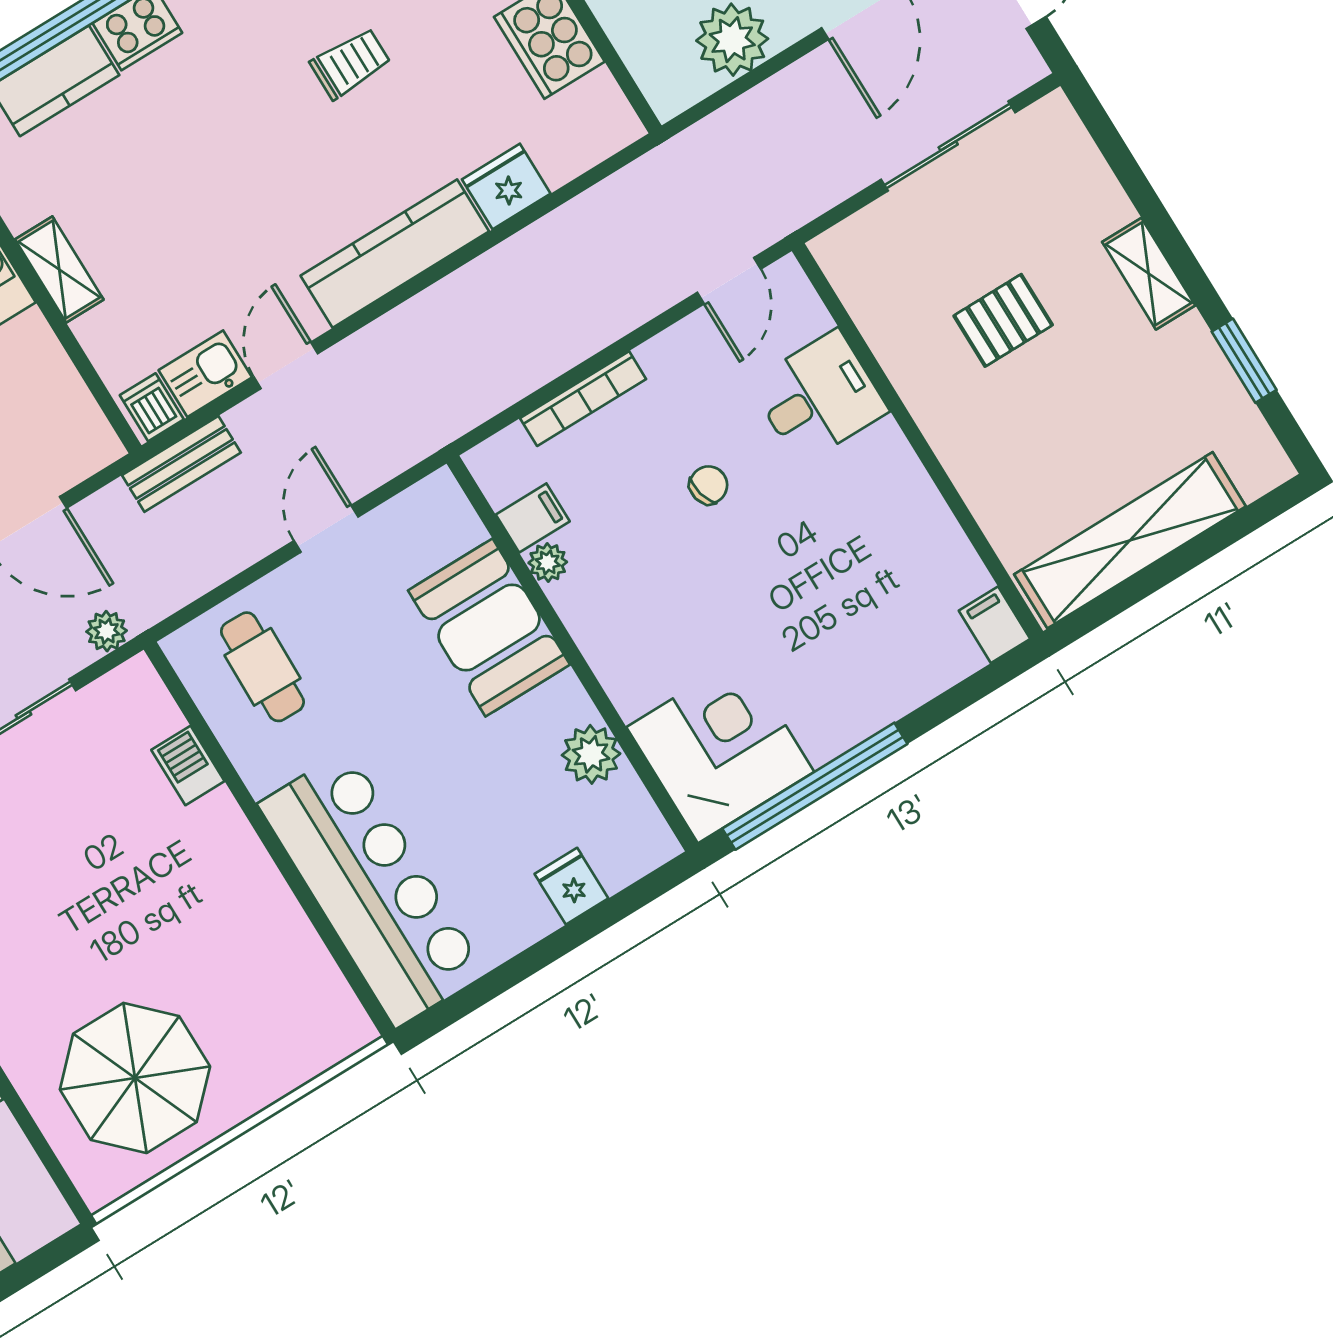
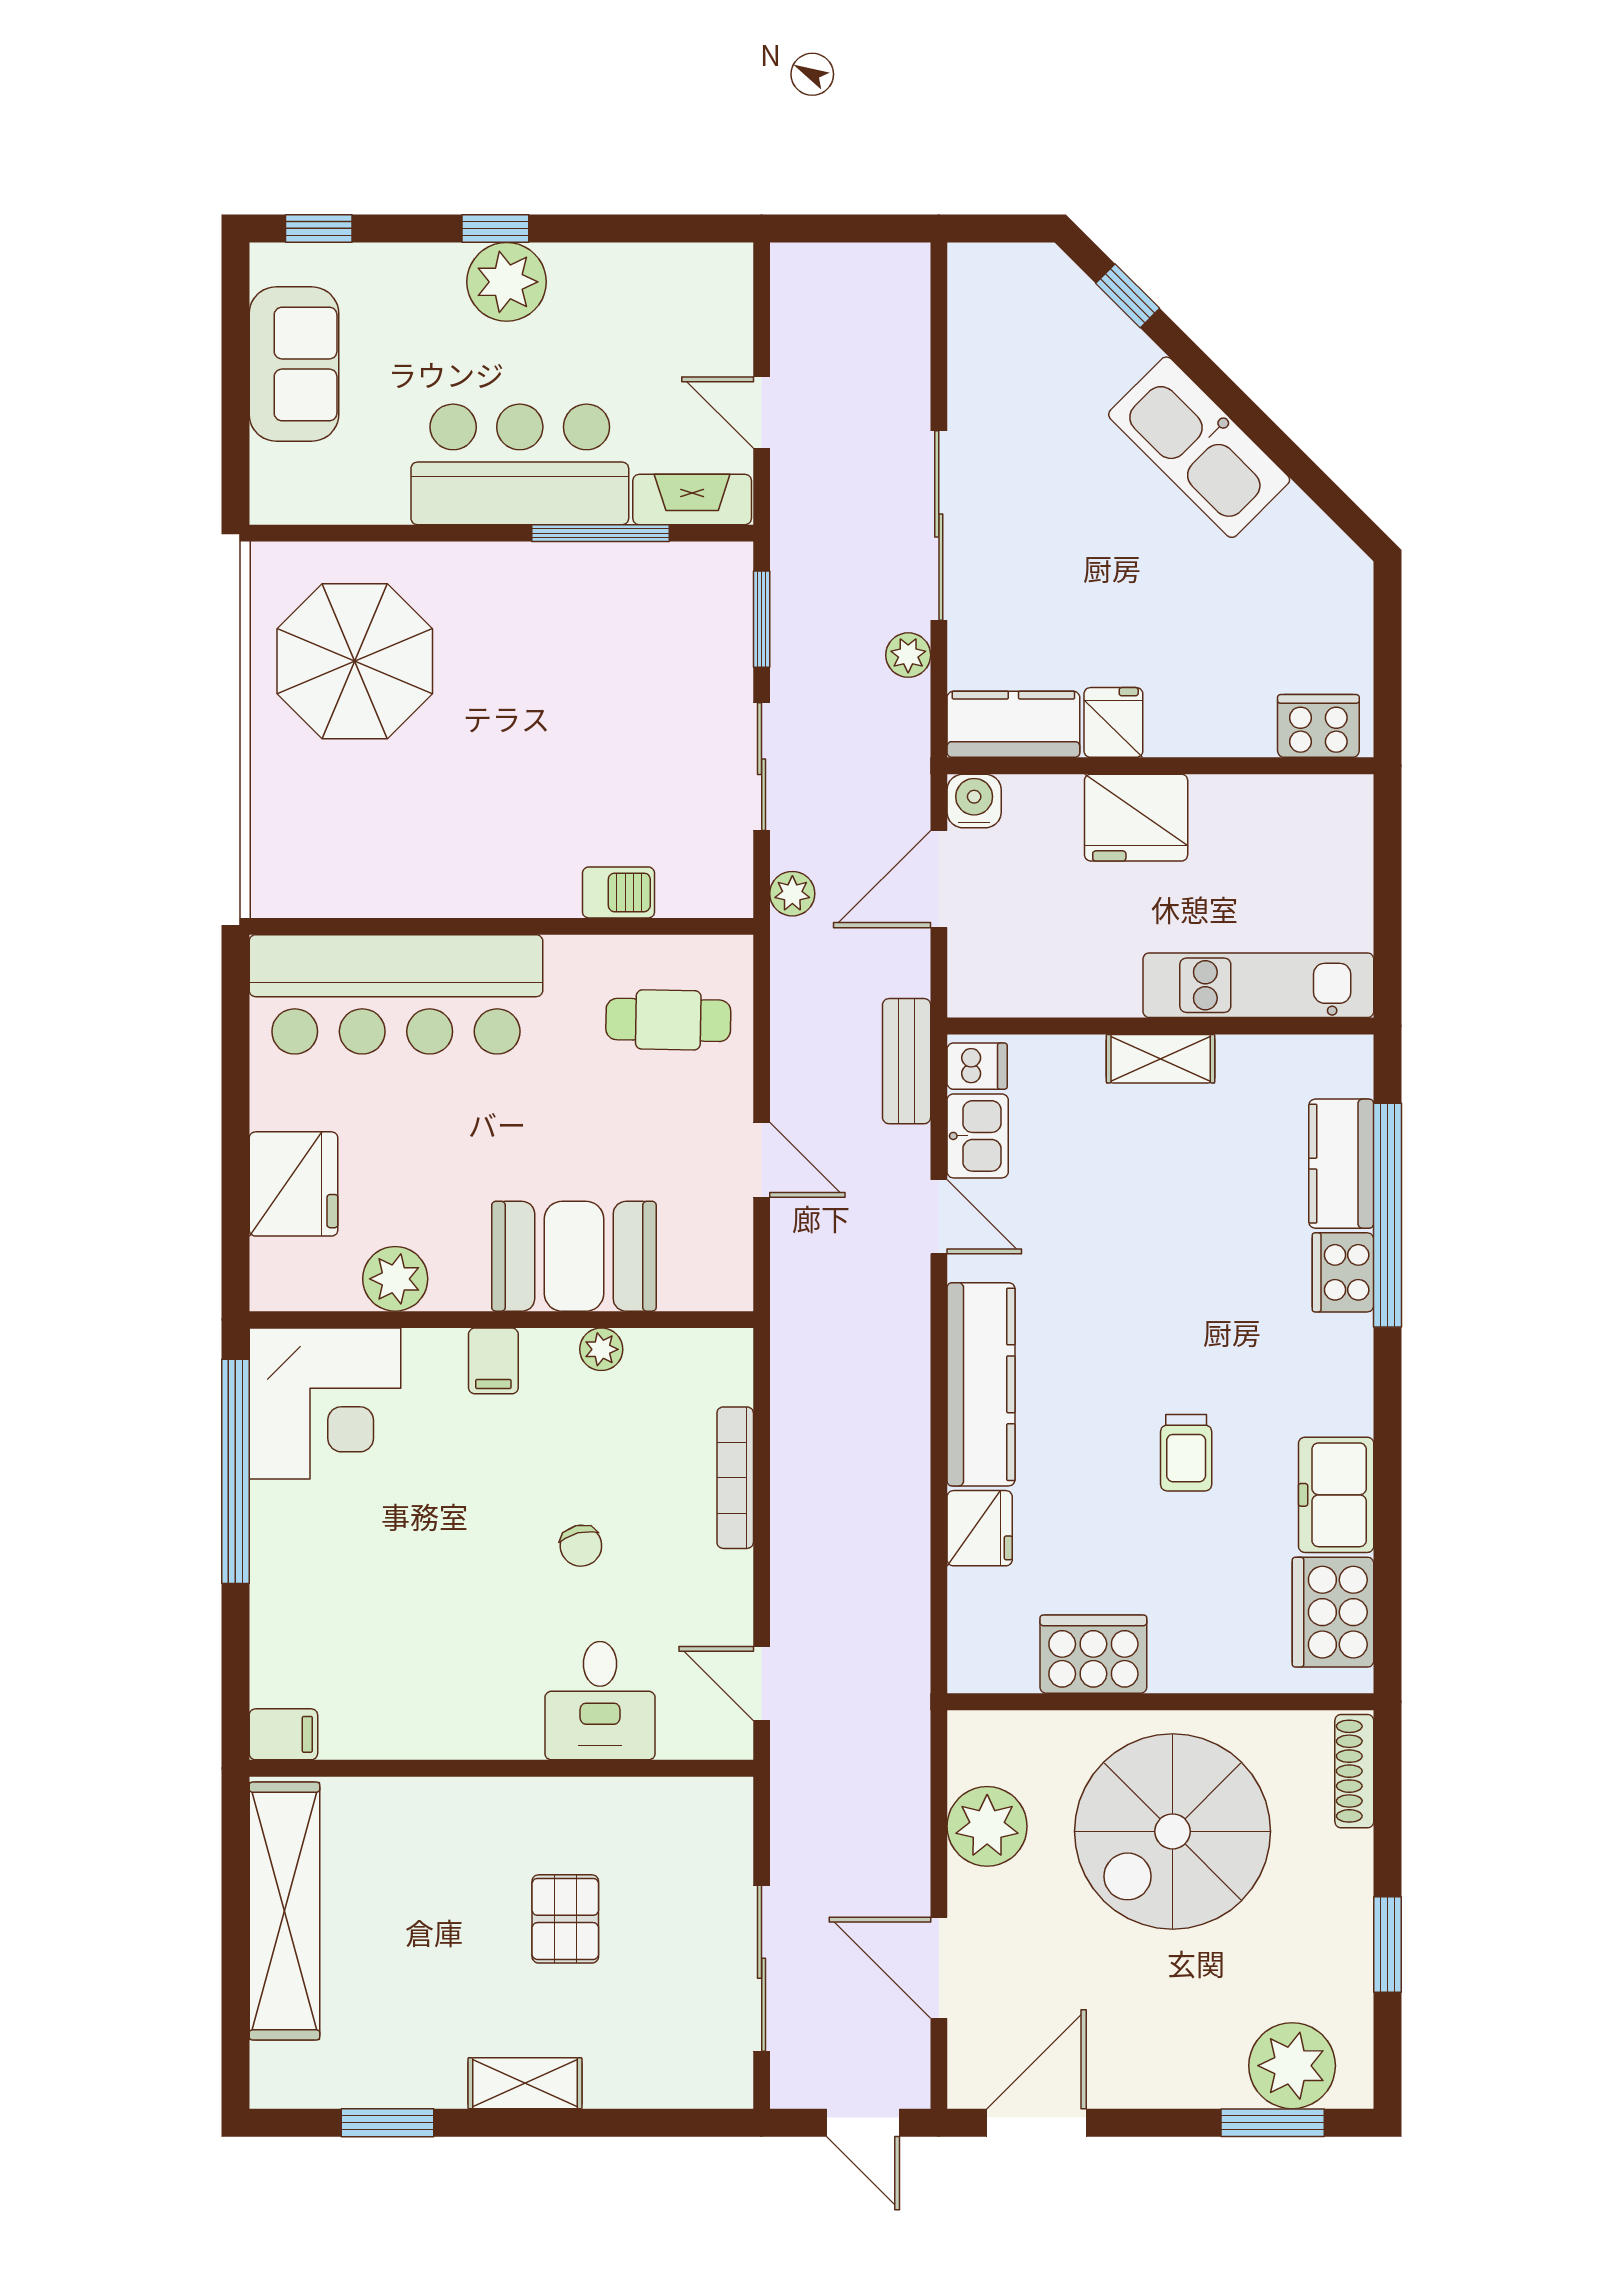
filing cabinet: (533, 518) -> (493, 1361), moved
fridge: (571, 886) -> (293, 1184), width x1.88, depth x1.34

